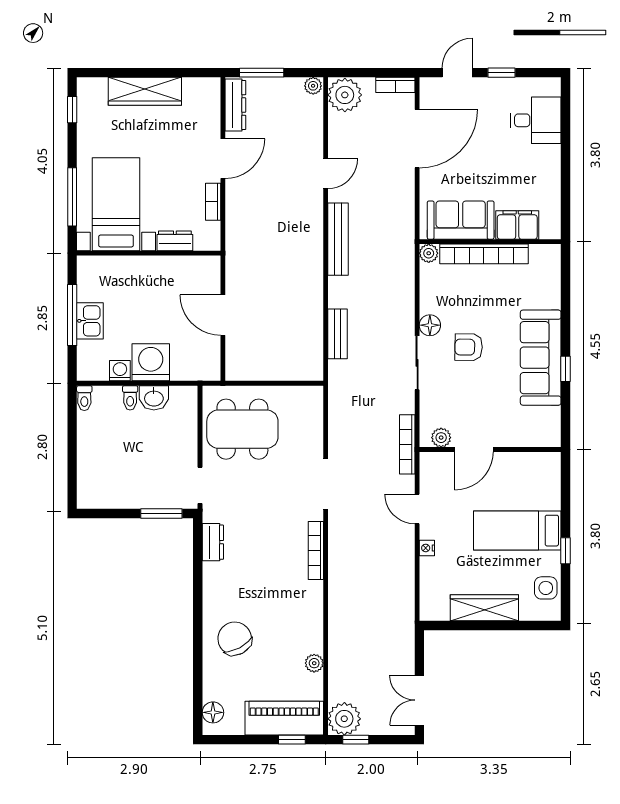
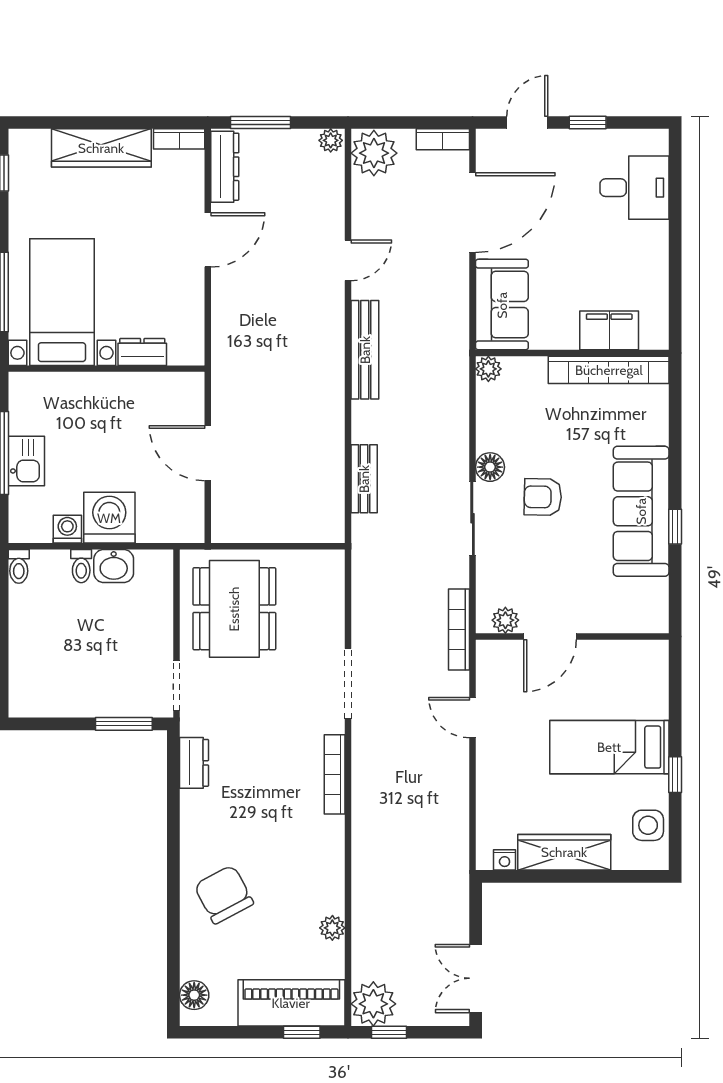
bookcase: (213, 202) -> (179, 139), moved, turned -90
sofa: (461, 220) -> (502, 305), moved, turned 90
bookcase: (484, 254) -> (609, 370), moved
dining table: (242, 429) -> (234, 609), turned 90
nightstand: (427, 548) -> (505, 860), moved, turned -90

